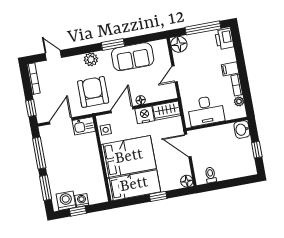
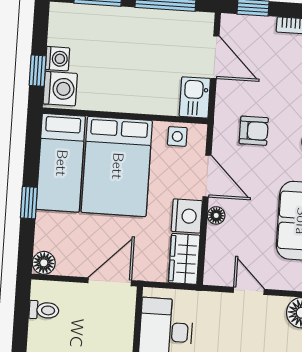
armchair: (93, 92) -> (254, 131), width x0.53, depth x0.53
washing machine: (66, 201) -> (60, 89), moved
window: (78, 211) -> (38, 71), moved

